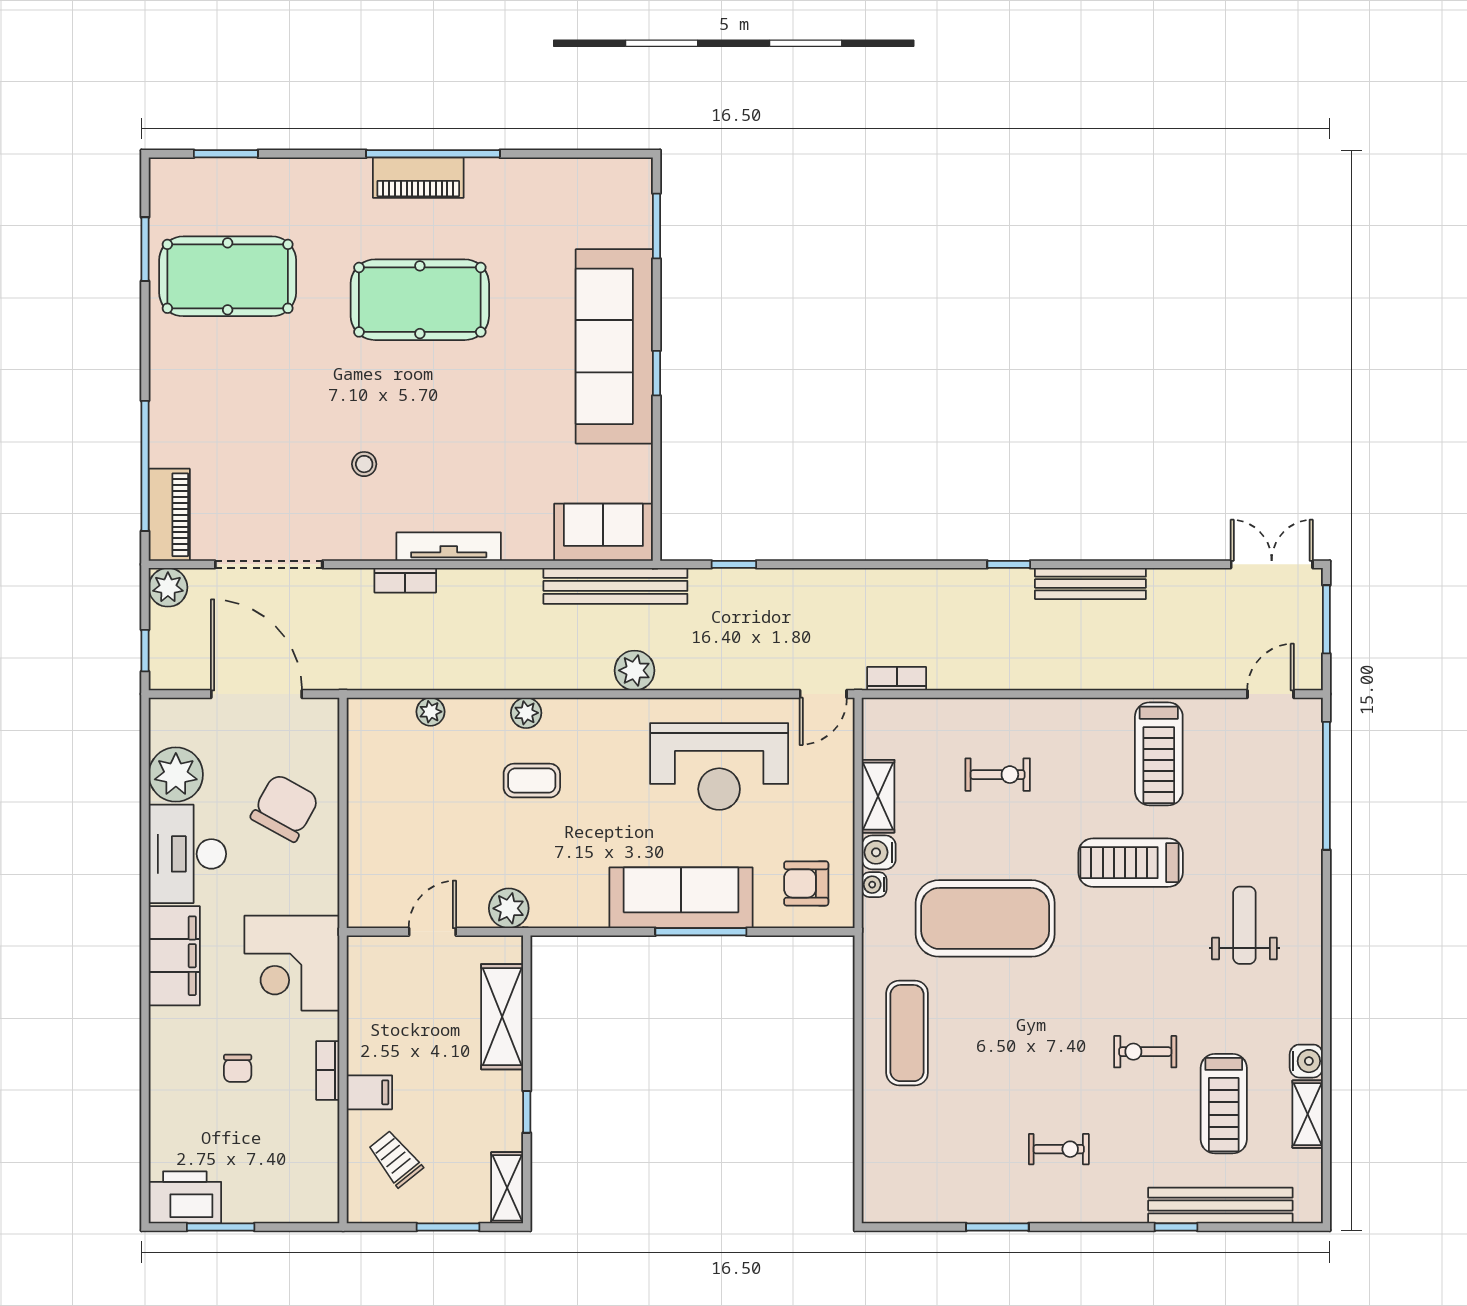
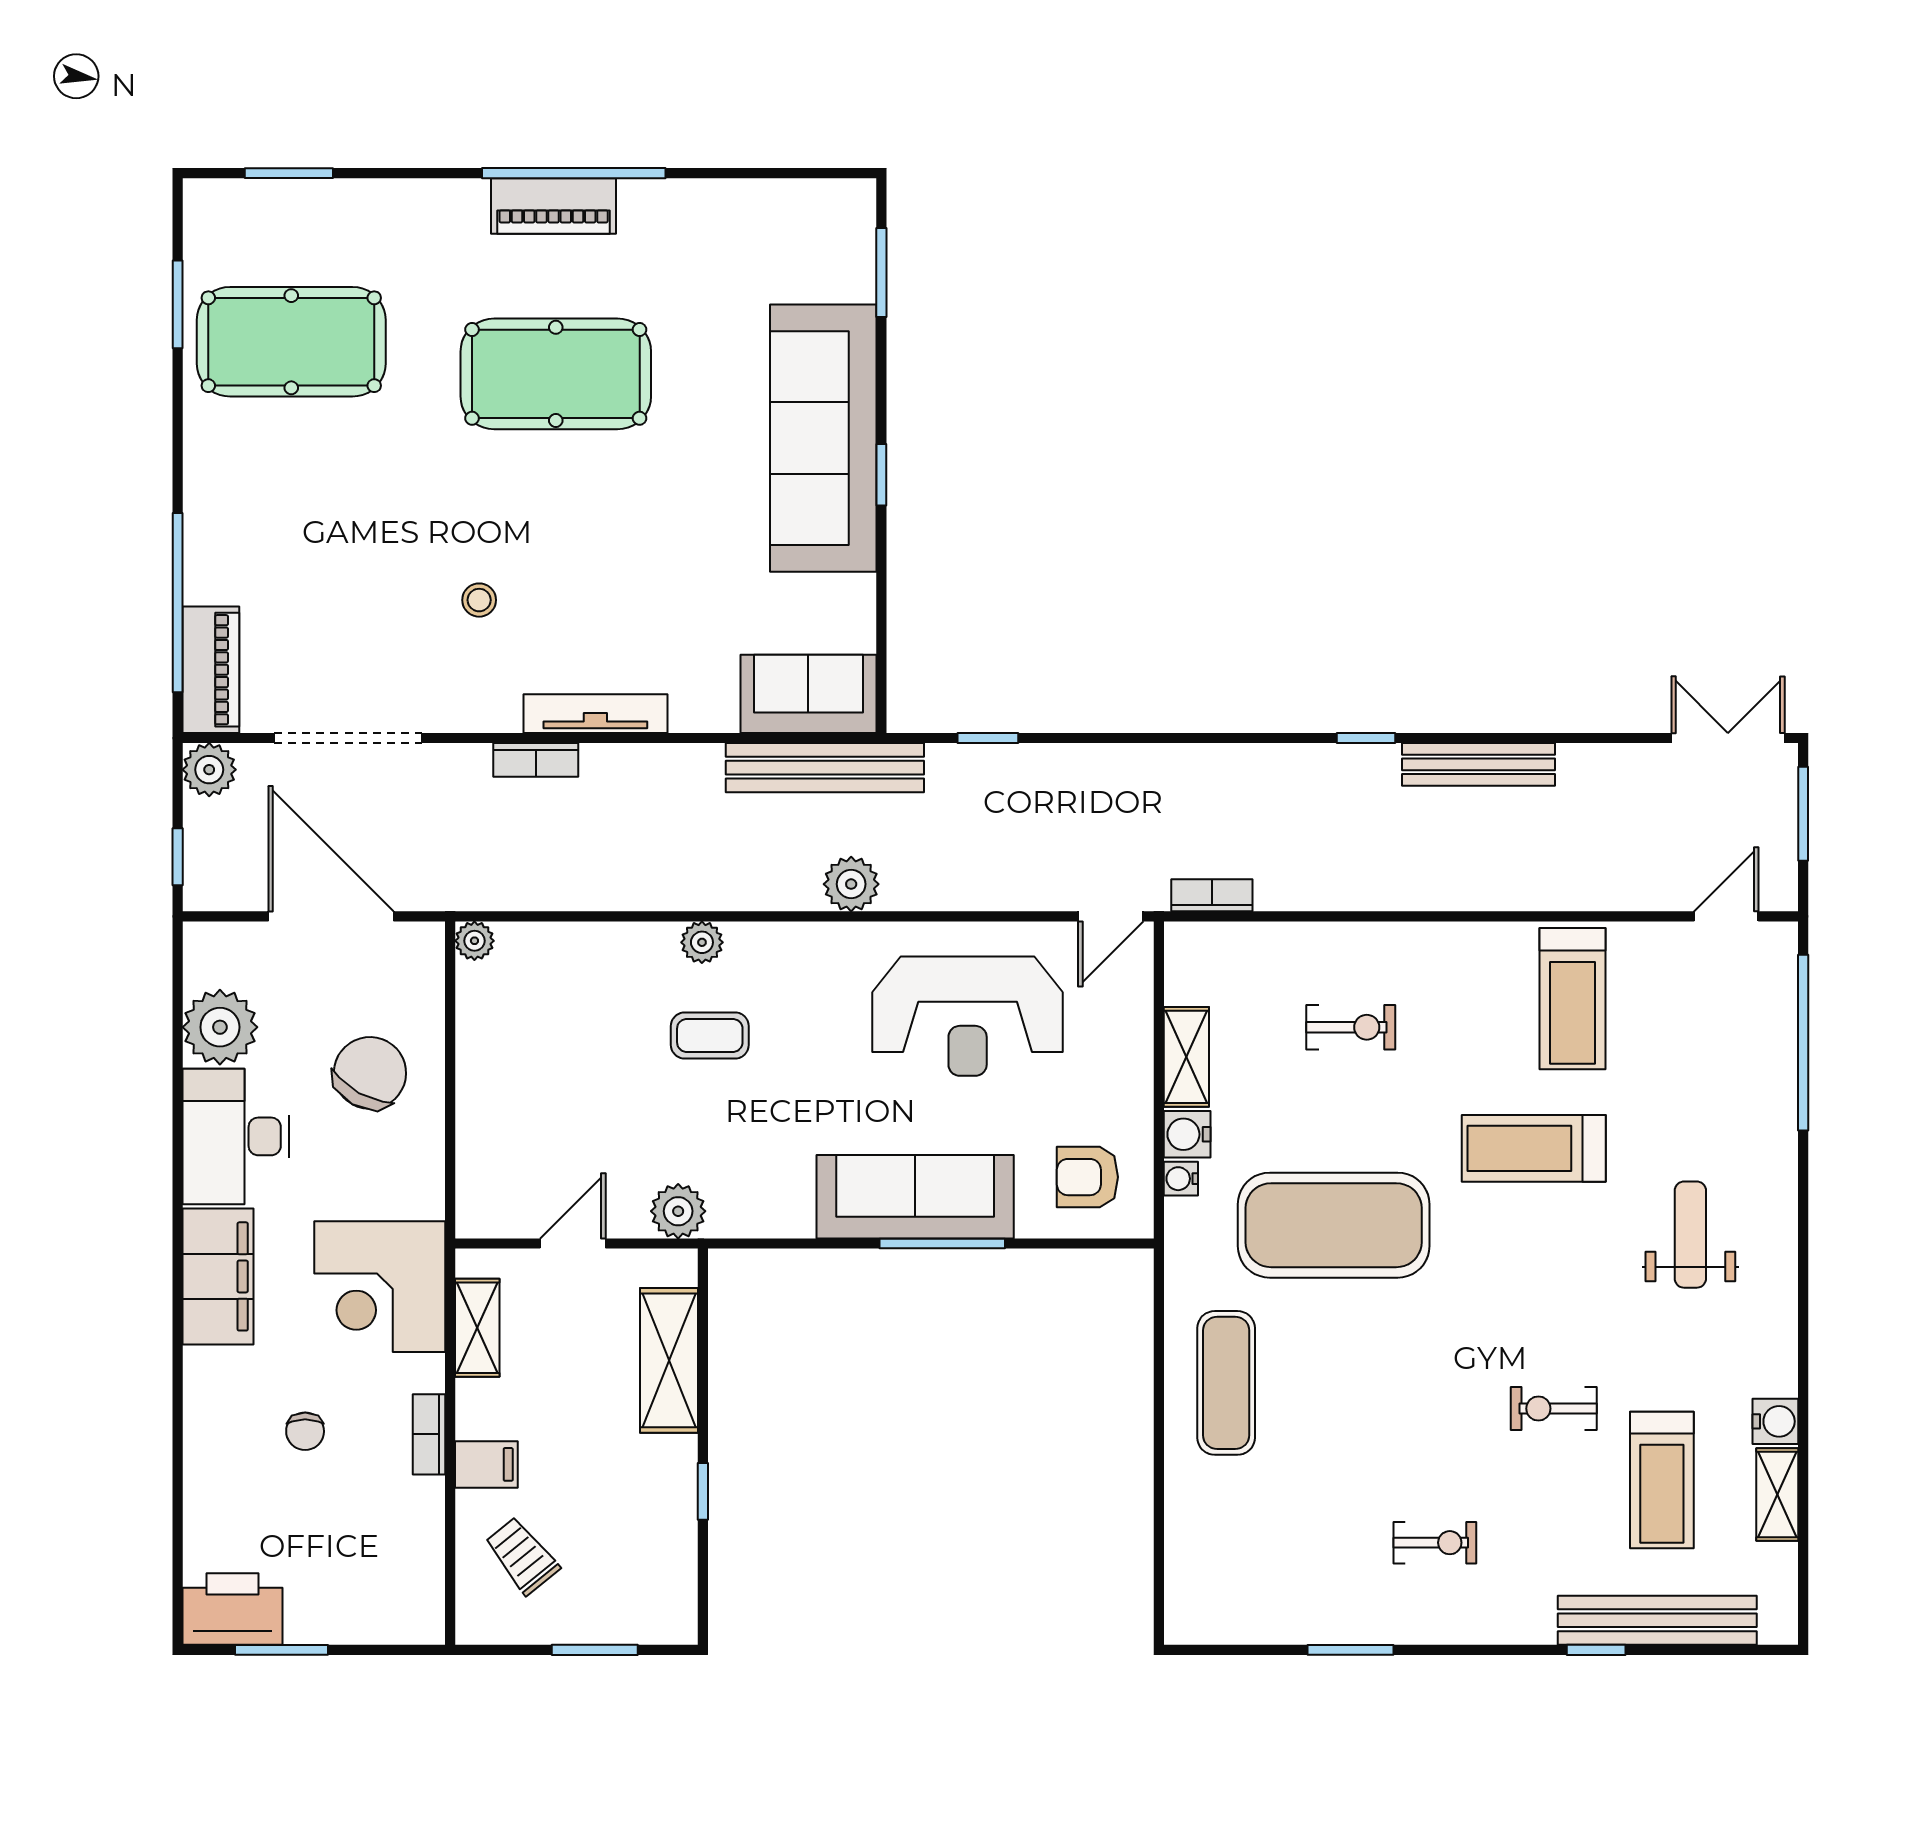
plant: (431, 712) -> (474, 941), moved
shelving: (507, 1188) -> (477, 1328), moved

